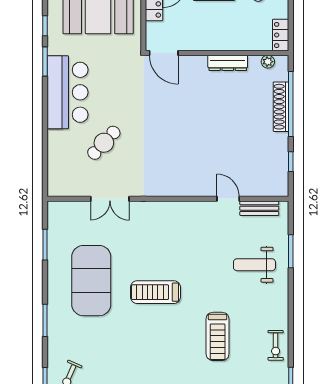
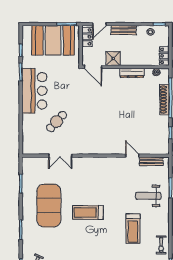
shower: (197, 39) -> (113, 59), added
treadmill: (218, 336) -> (133, 229), moved

